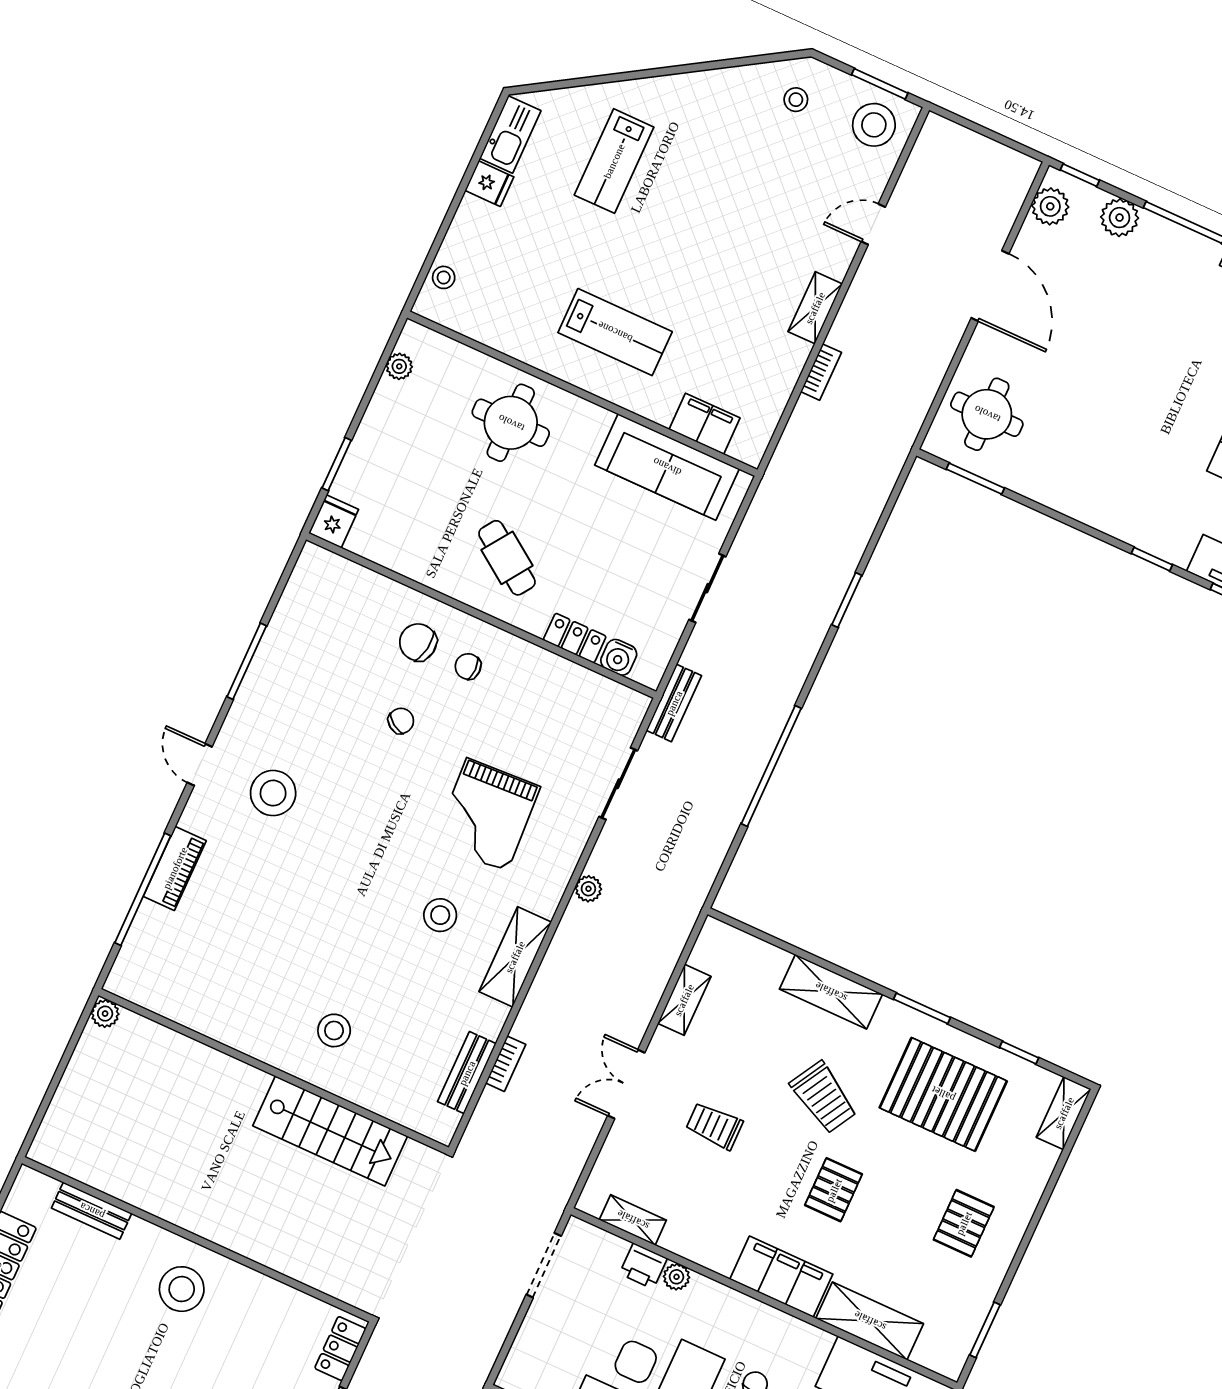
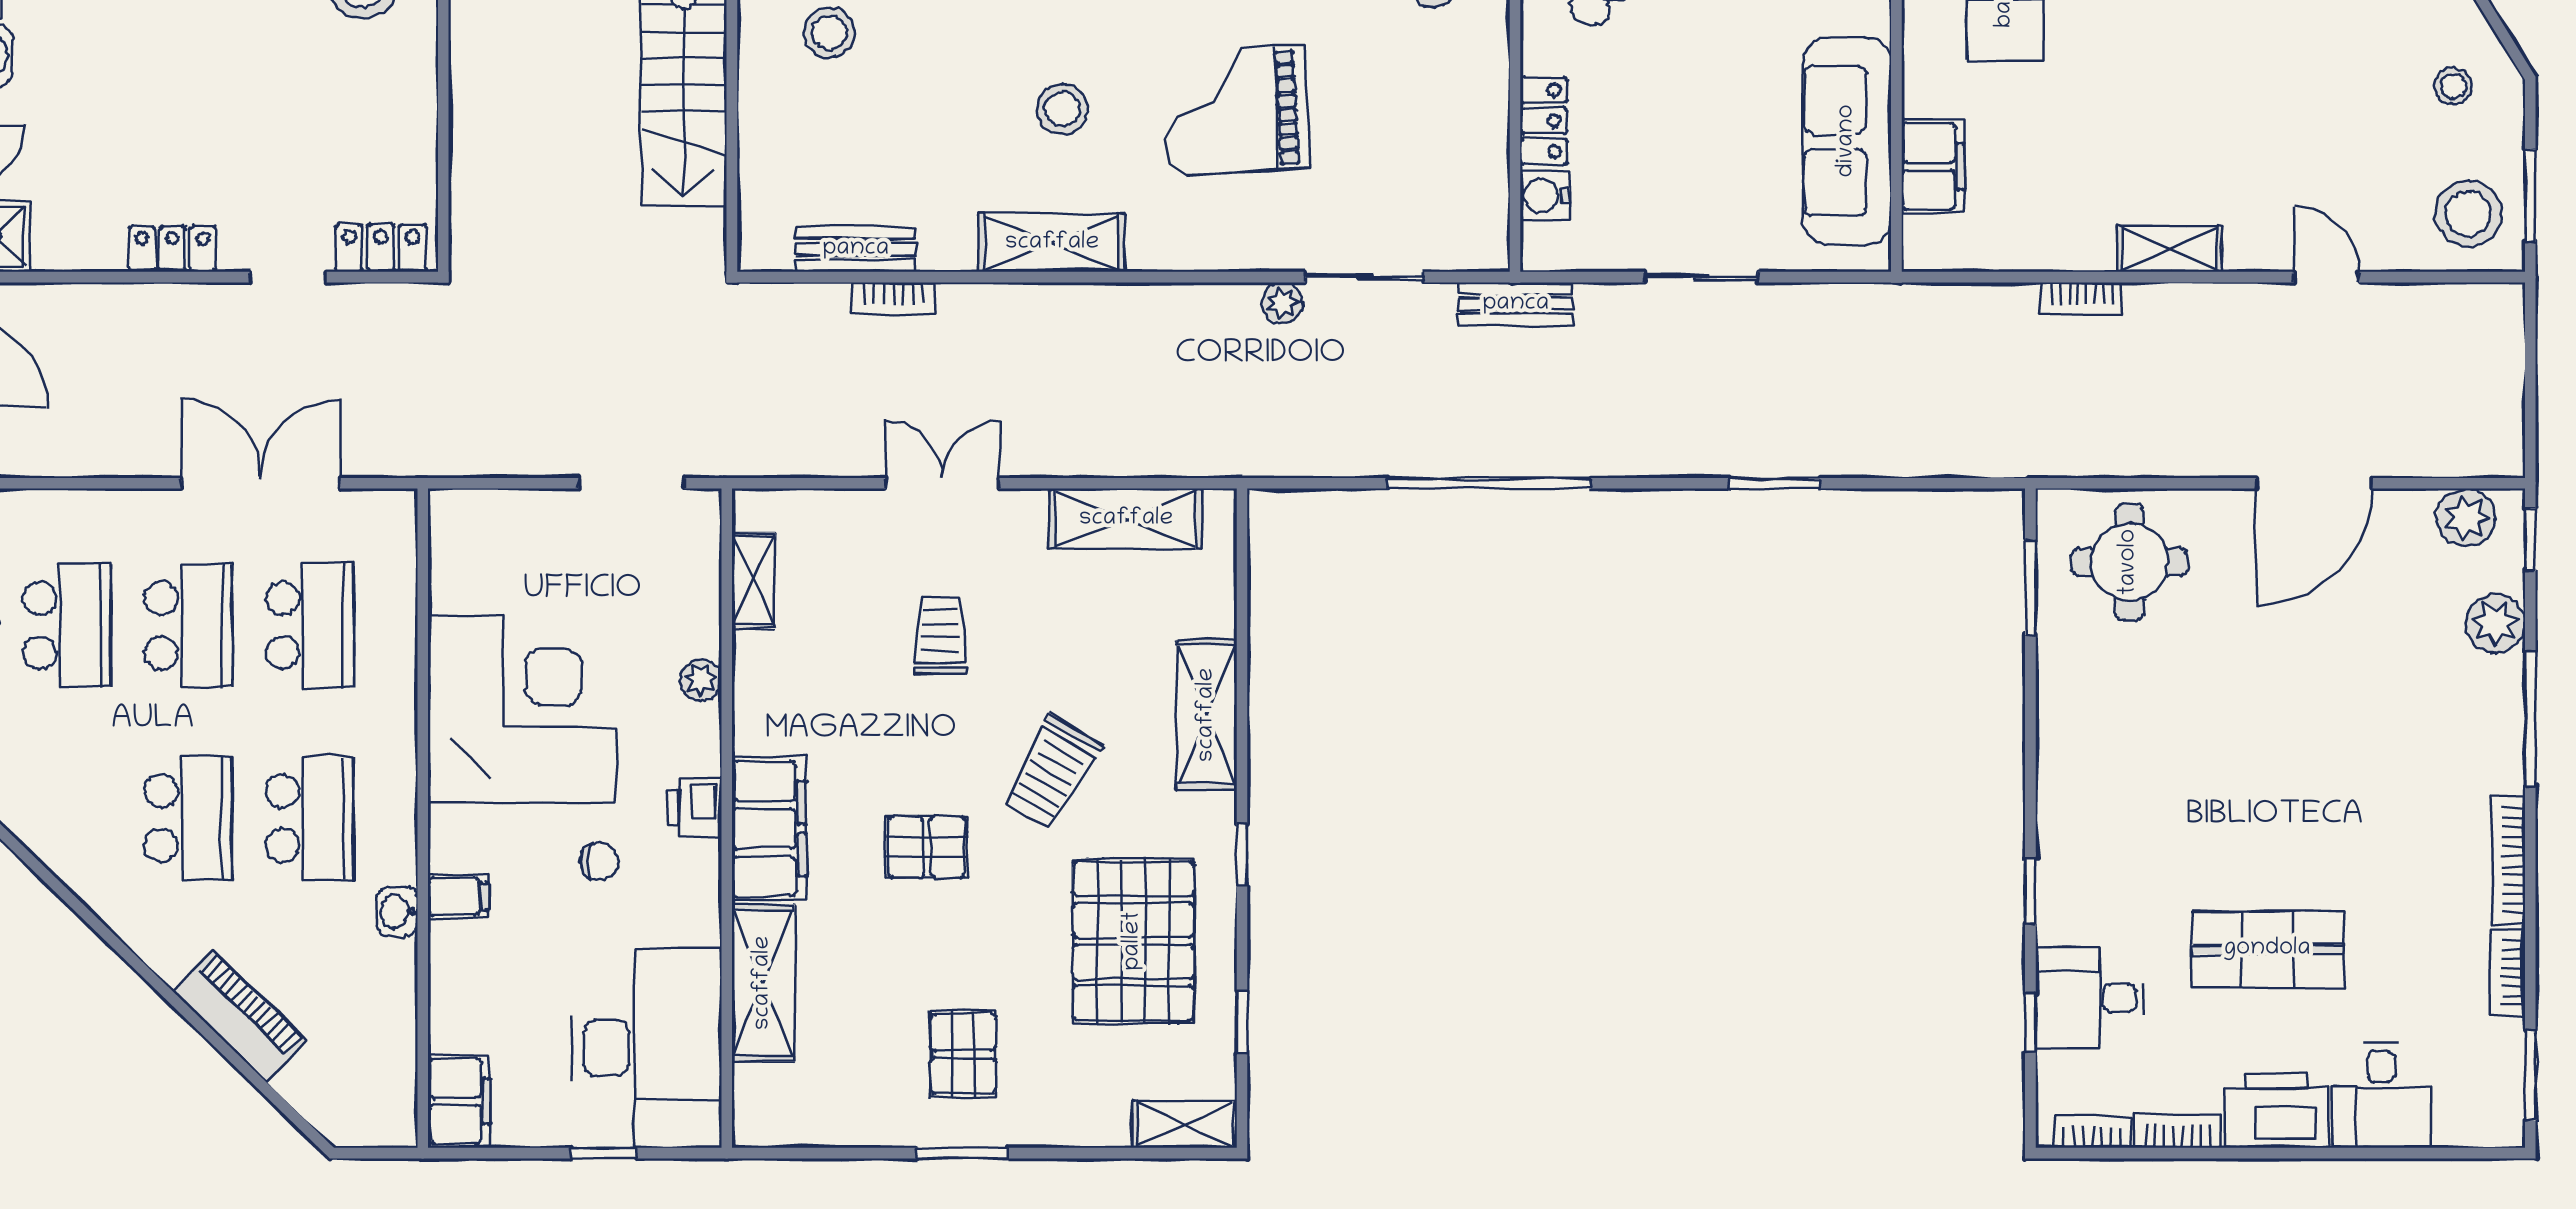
plant: (588, 889) -> (1282, 303), moved
shelving: (684, 1000) -> (1126, 519), width x1.50, depth x1.33
window: (922, 1008) -> (1242, 855), width x0.67
pallet: (964, 1223) -> (963, 1054), turned 90
printer: (643, 1266) -> (695, 807), moved
window: (985, 1330) -> (962, 1153), moved

